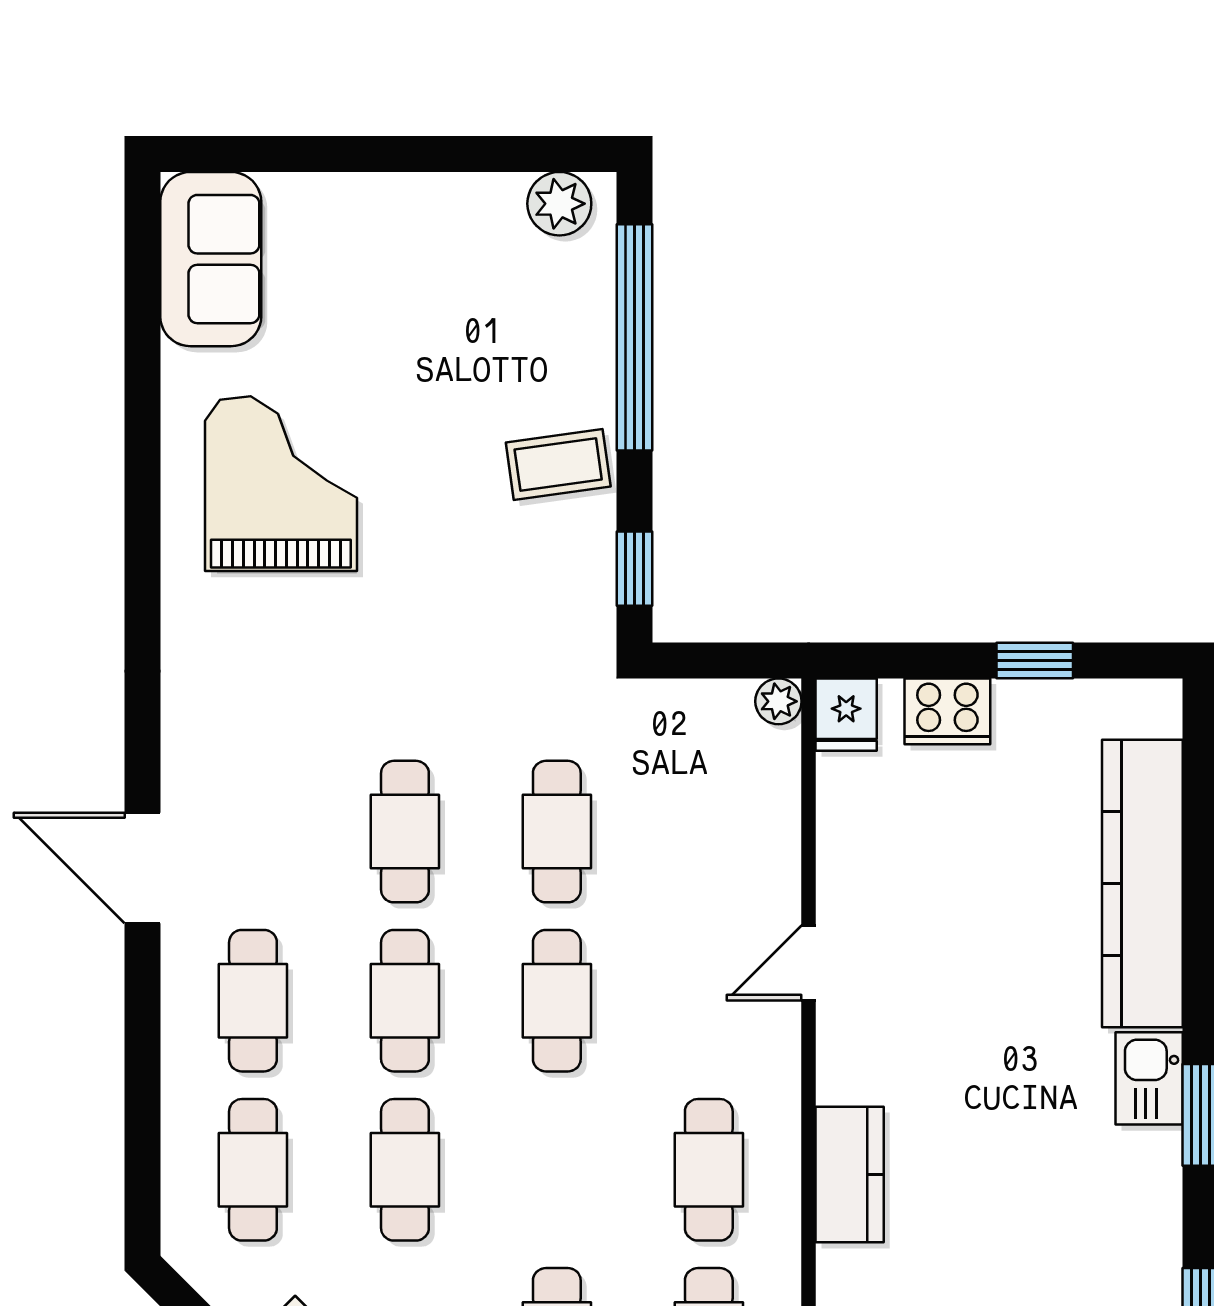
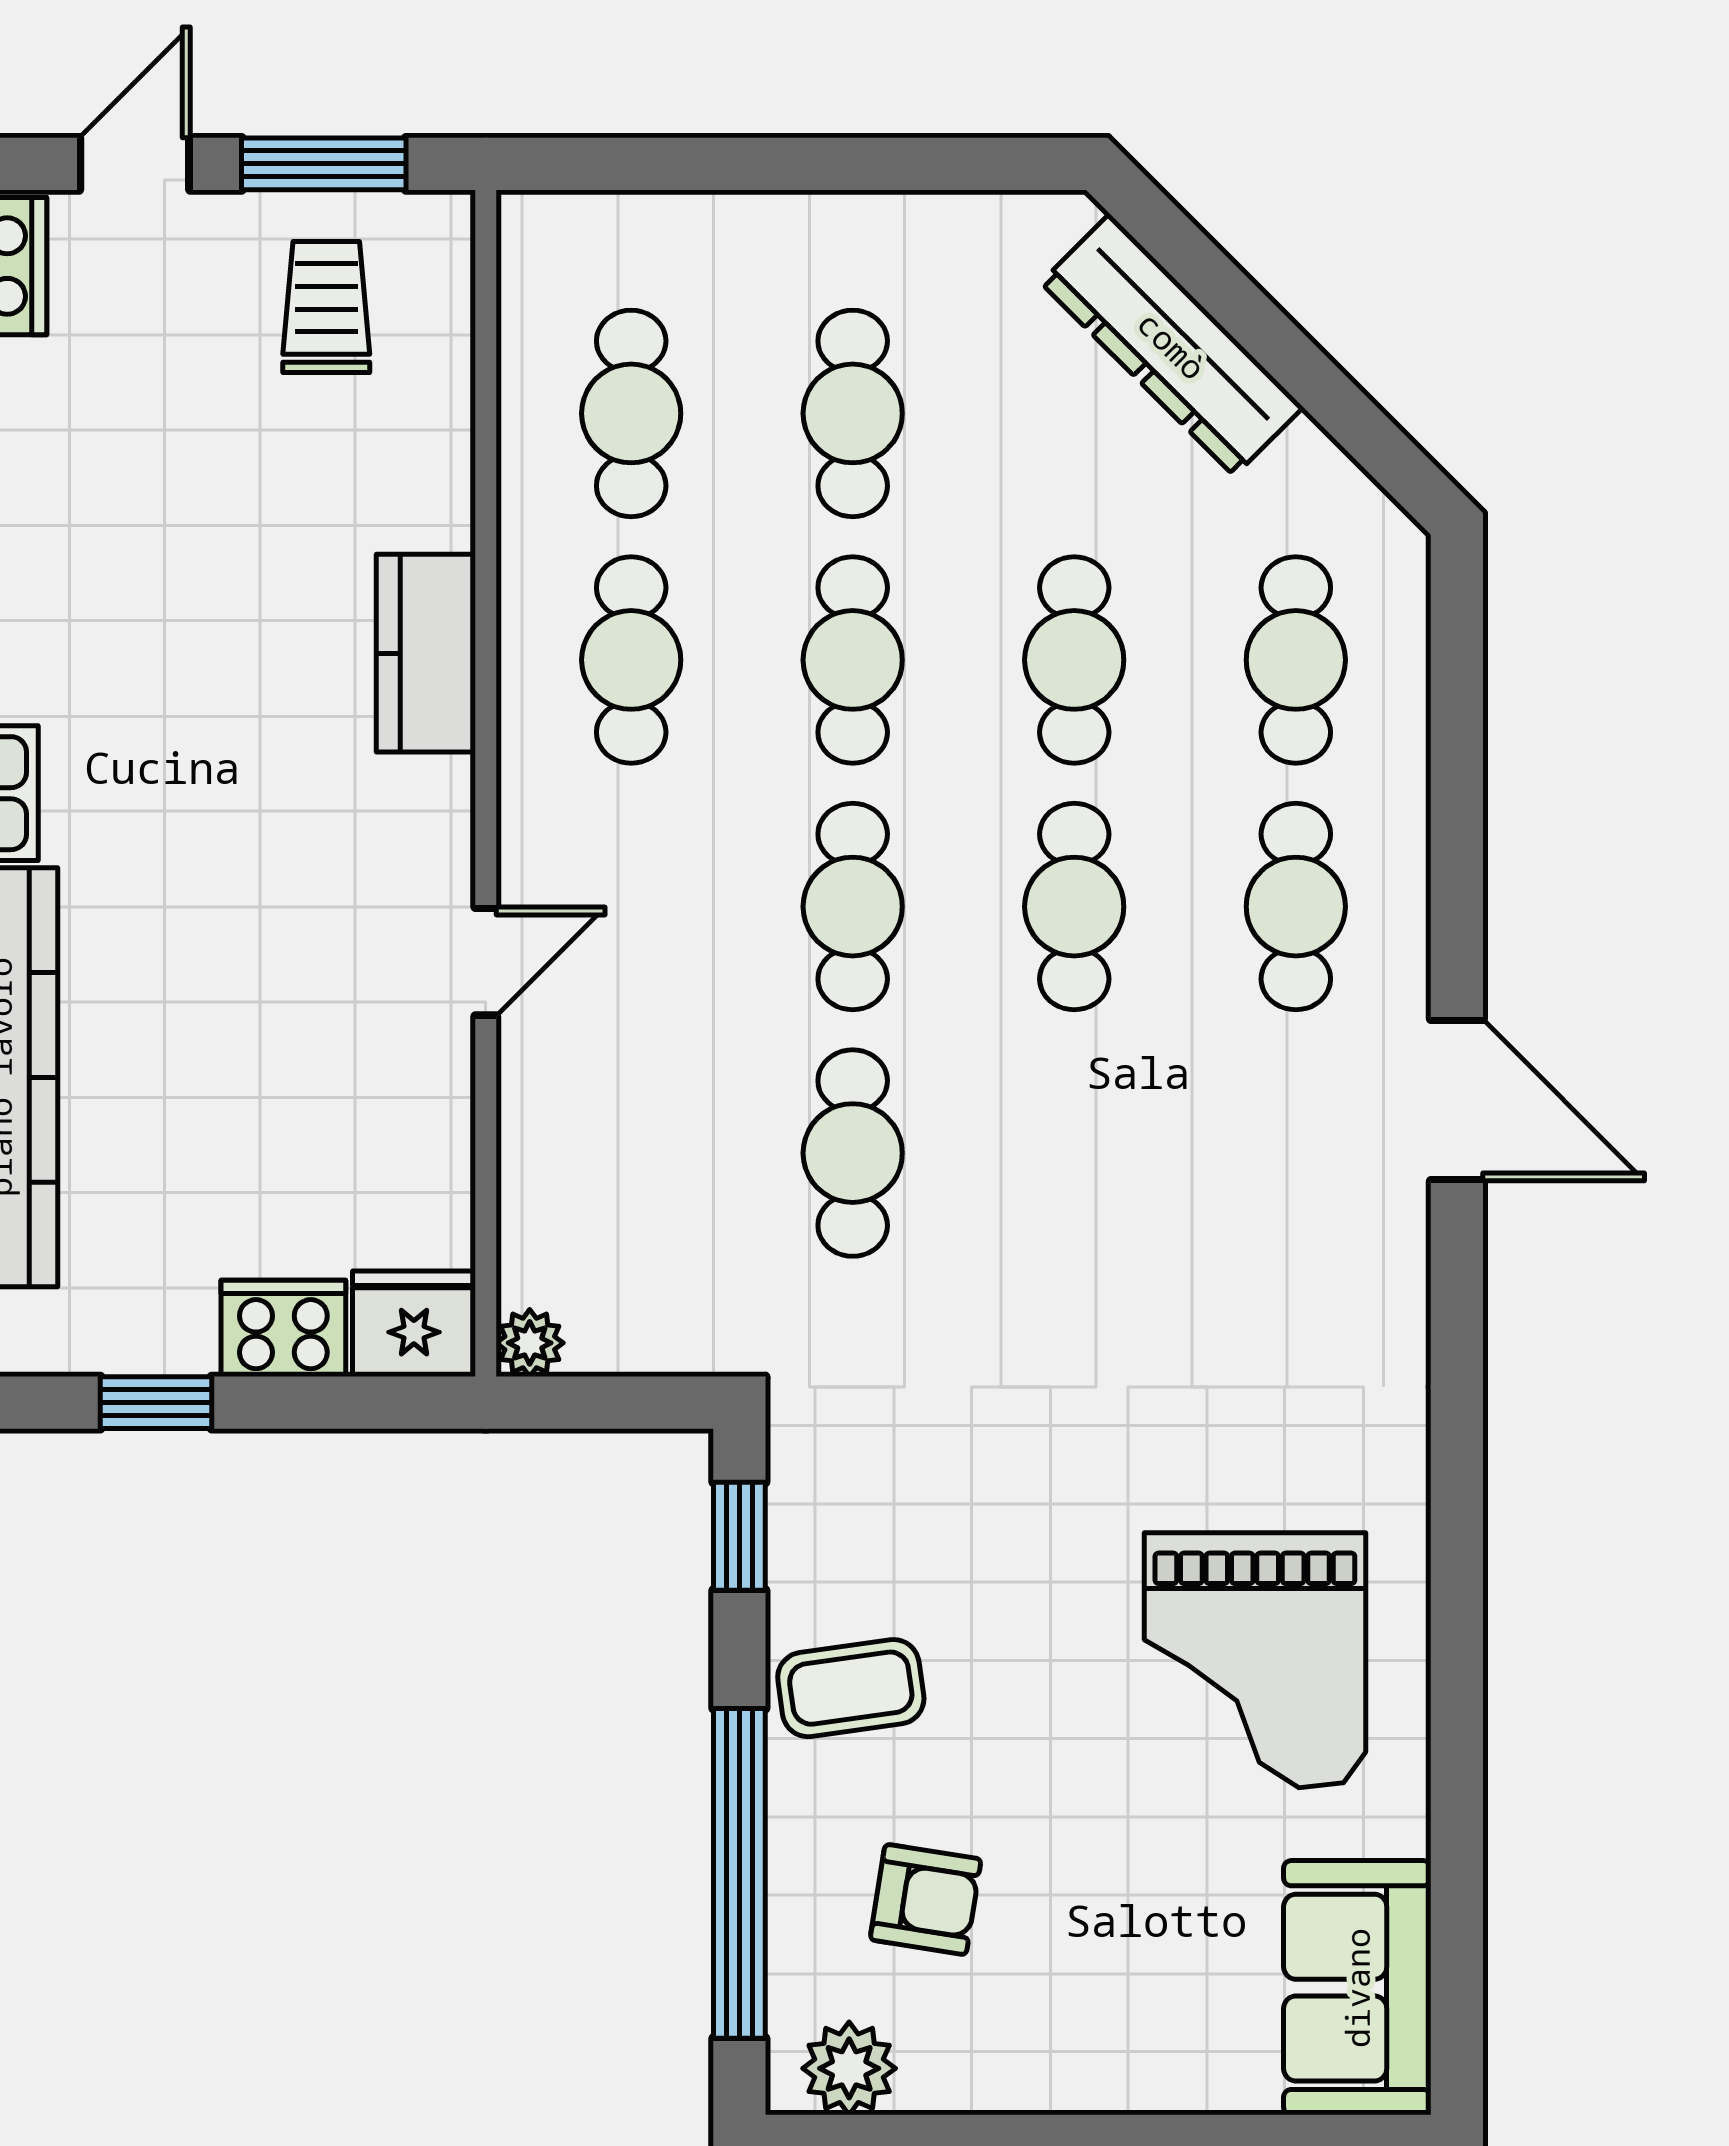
armchair: (507, 320) -> (926, 1899), added
fridge: (846, 715) -> (414, 1324), width x1.38
cafe table: (405, 832) -> (853, 660), moved

